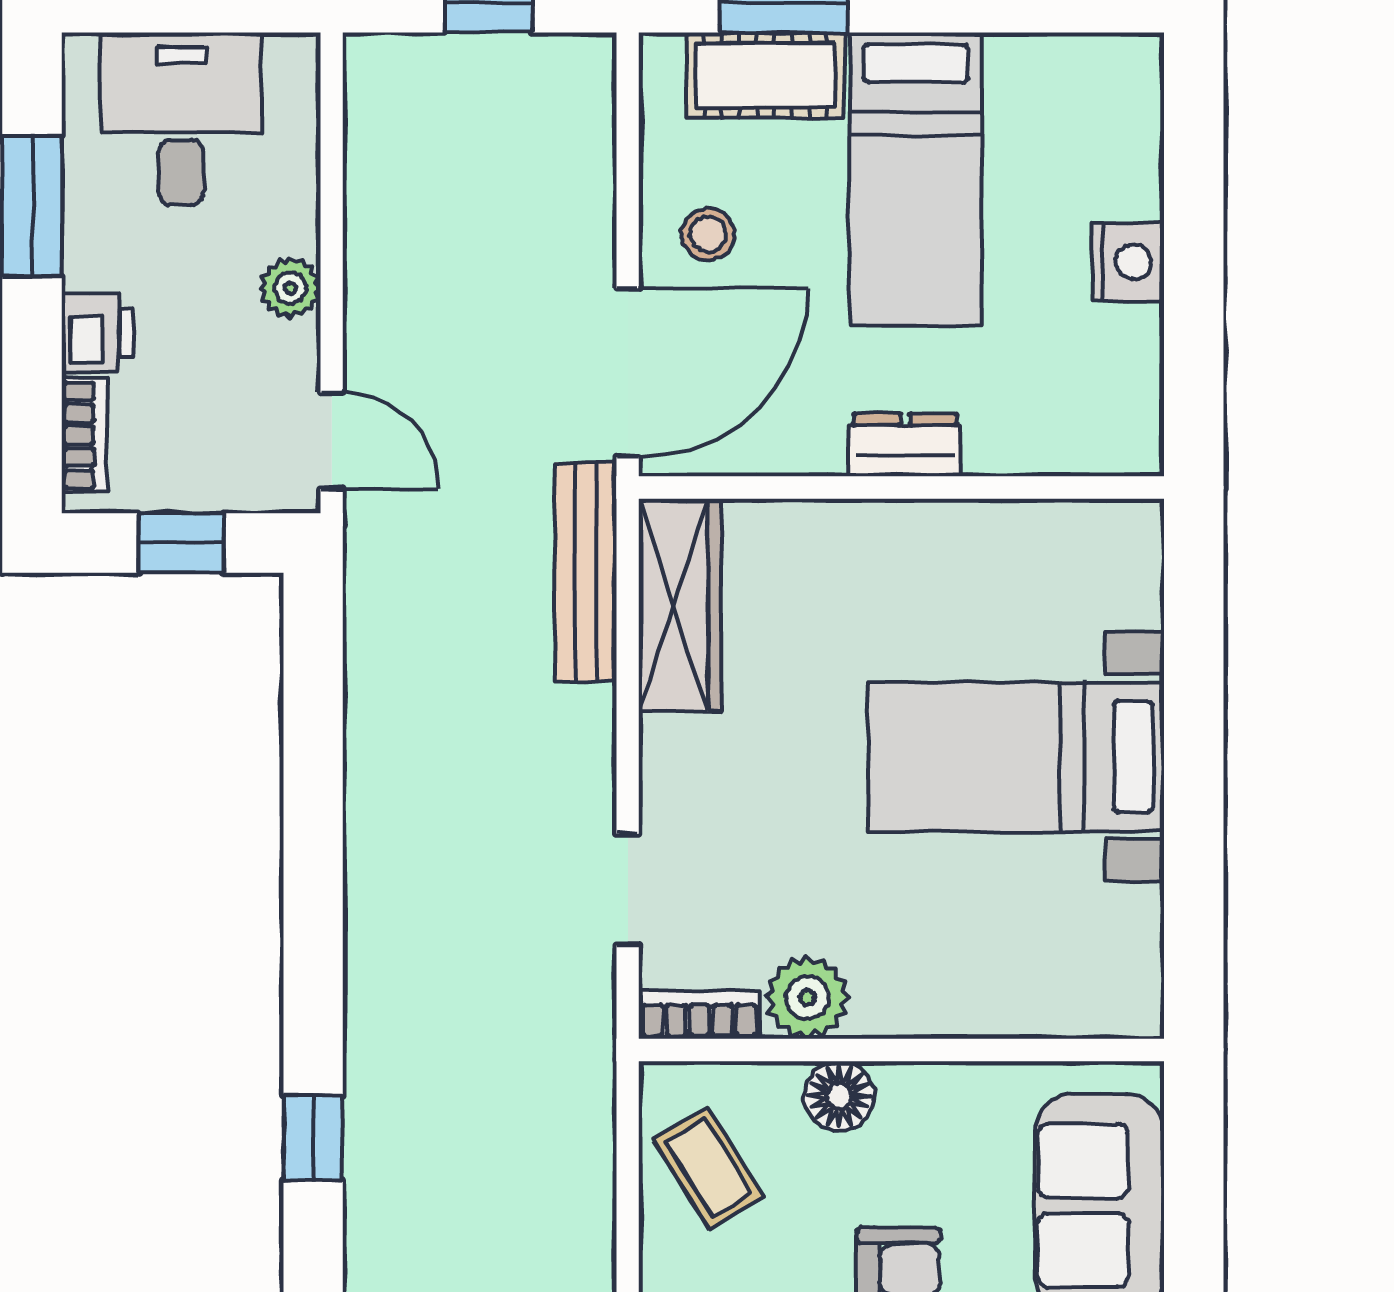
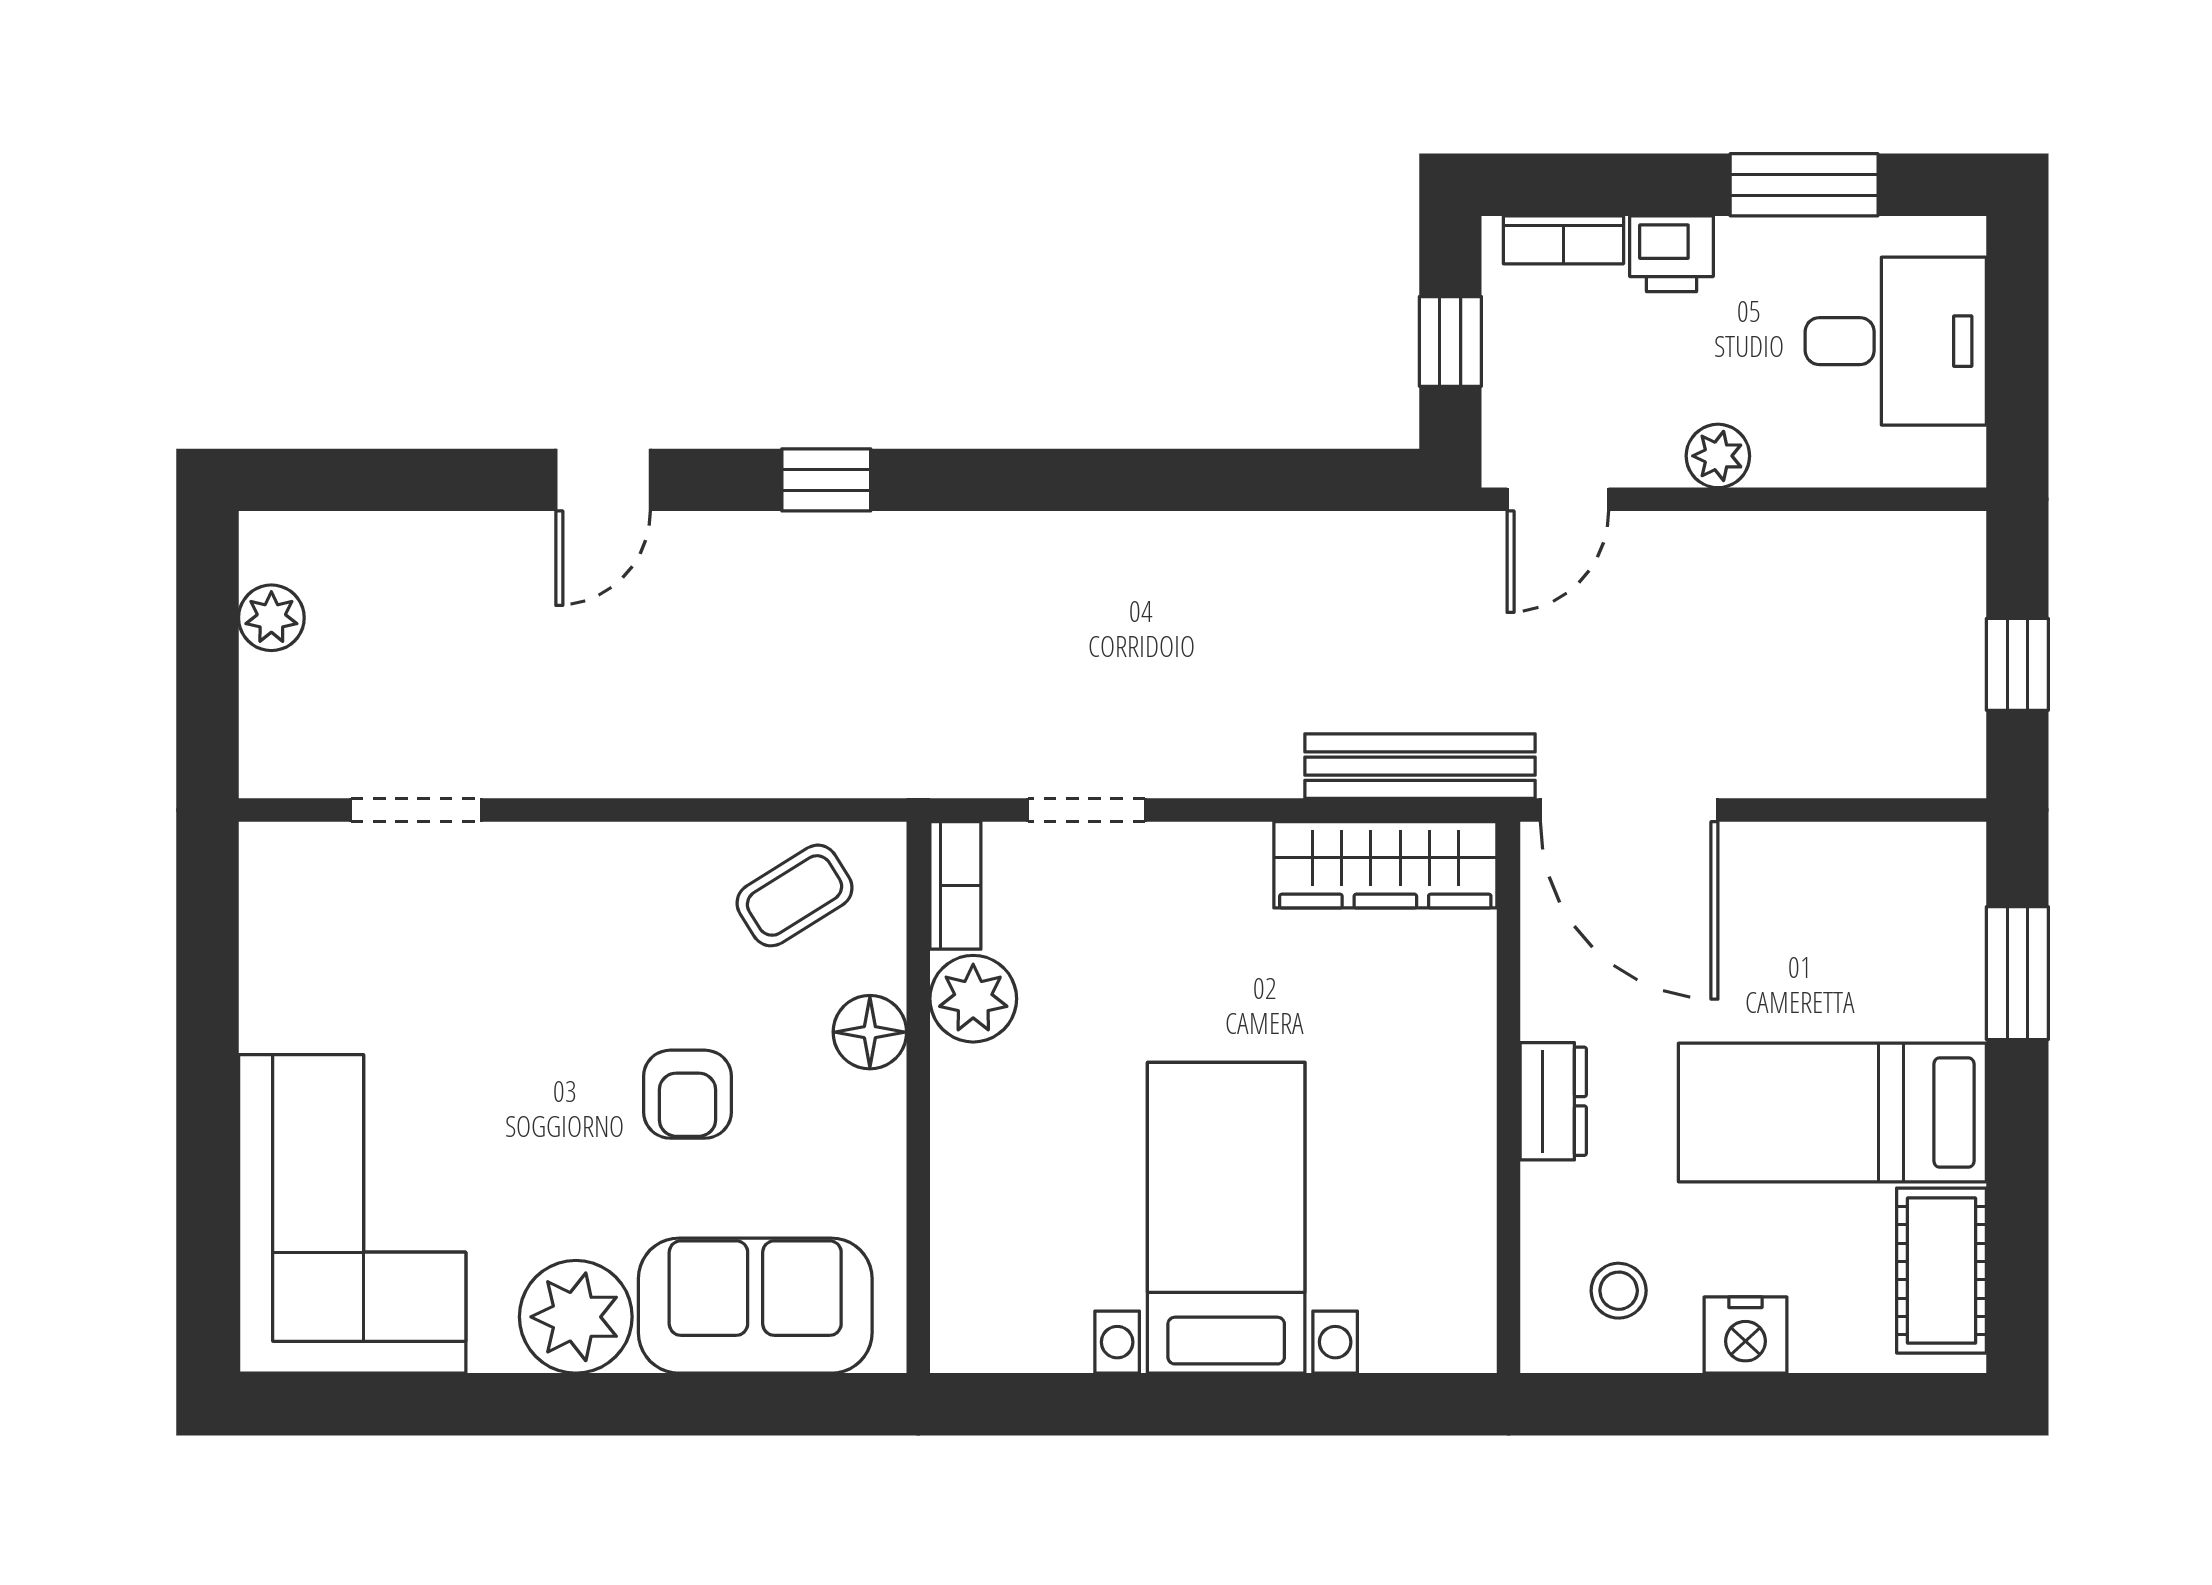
cot: (765, 75) -> (1941, 1271), moved
stool: (708, 234) -> (1619, 1291), moved

